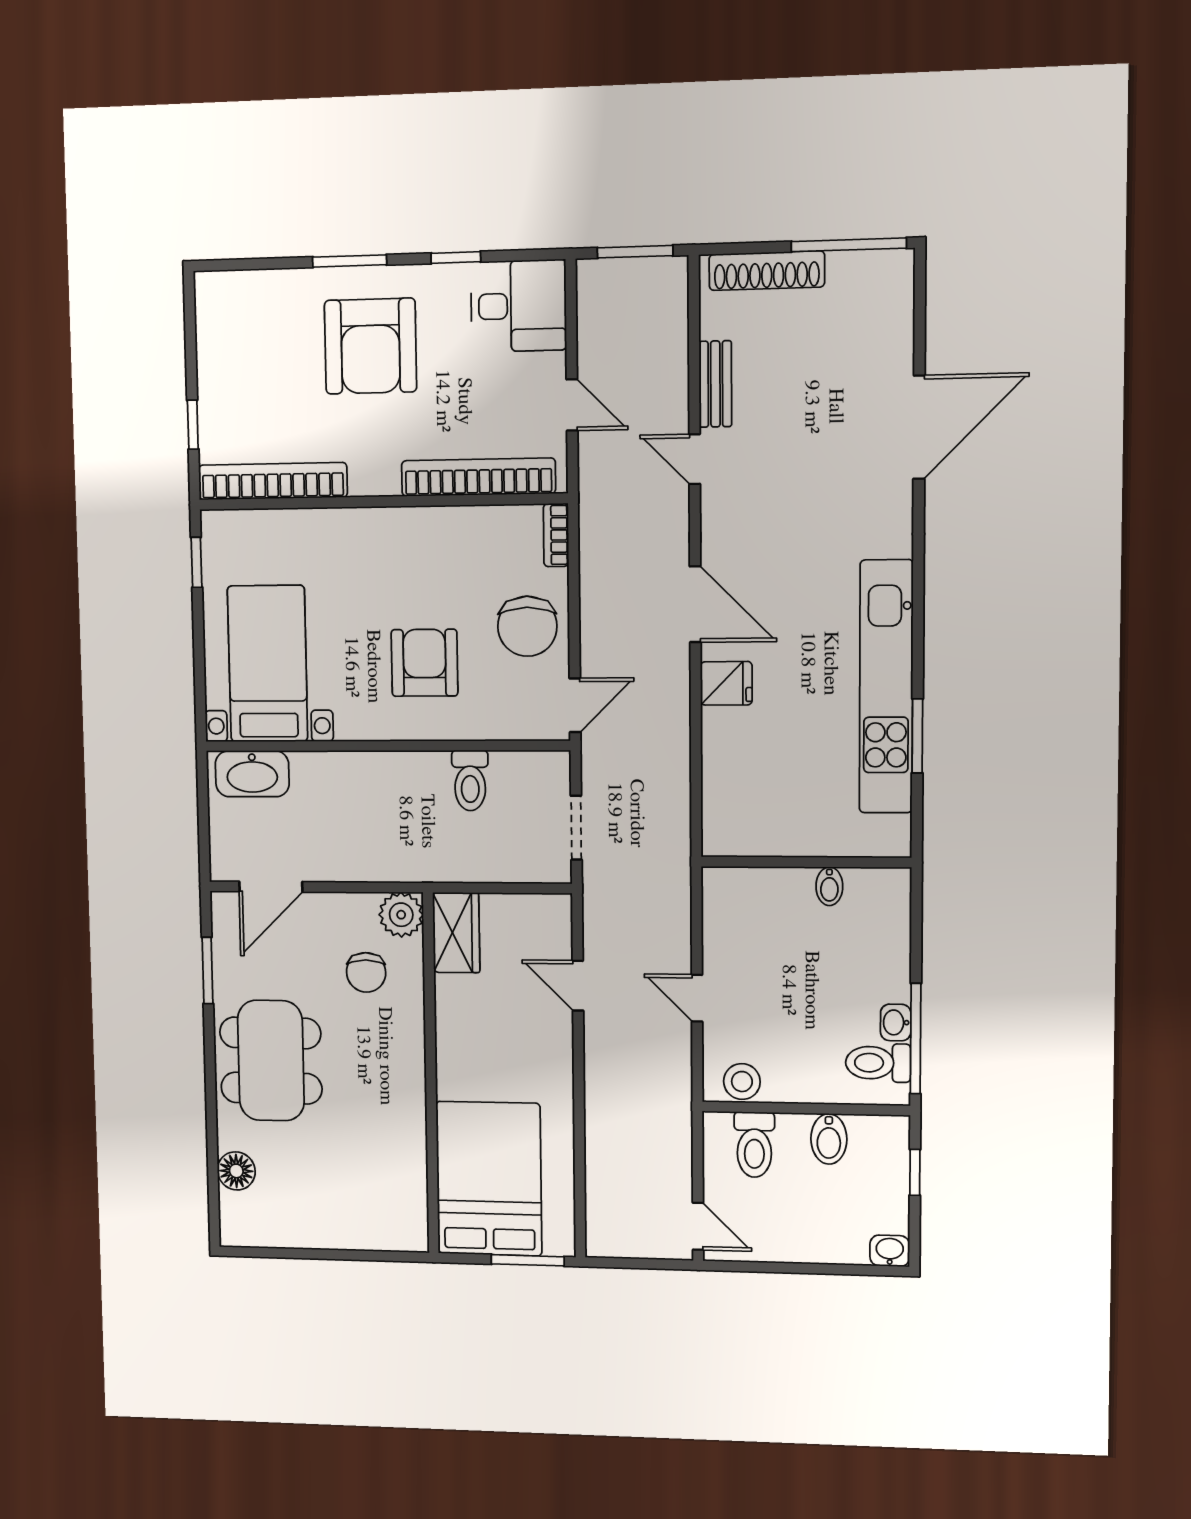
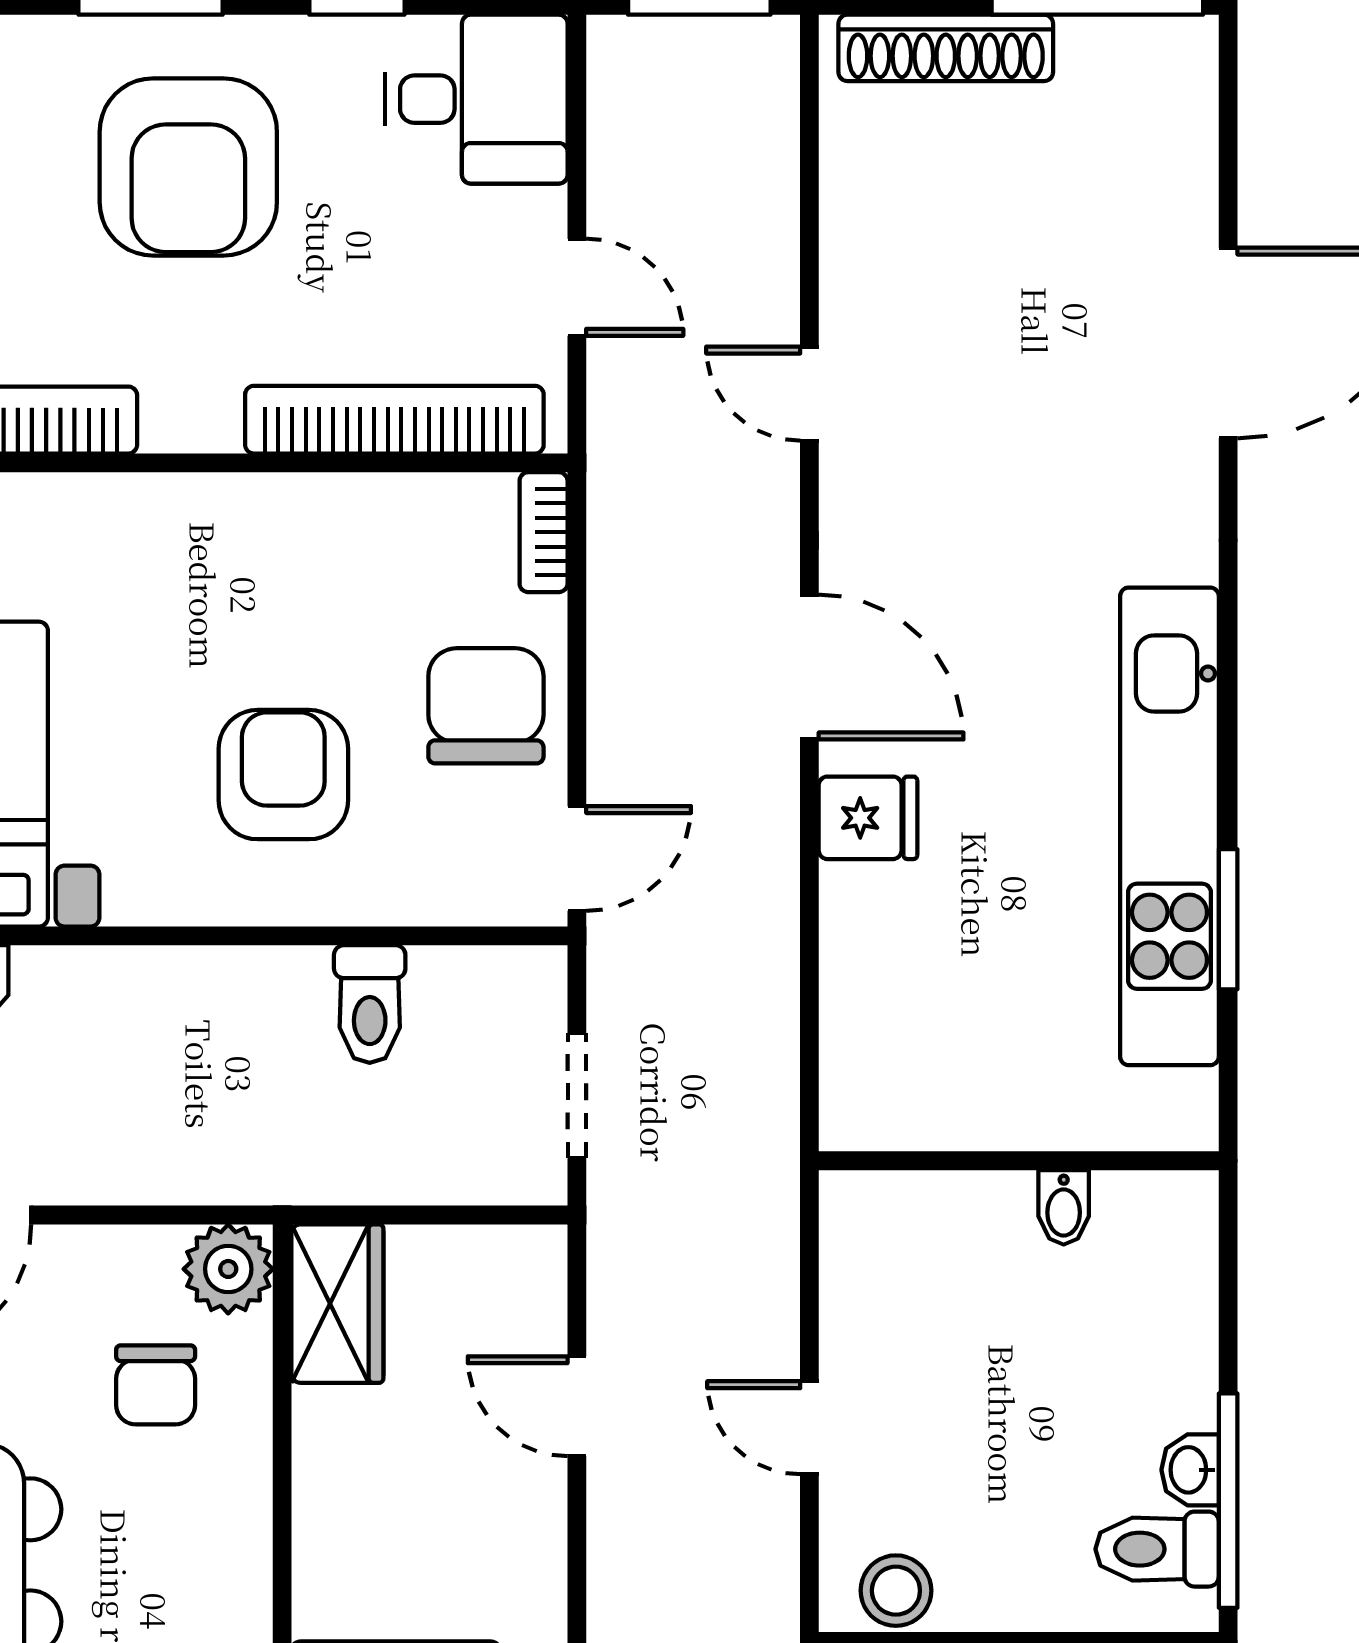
bench: (715, 384) -> (849, 254), removed
chair: (527, 626) -> (486, 706), turned 180

